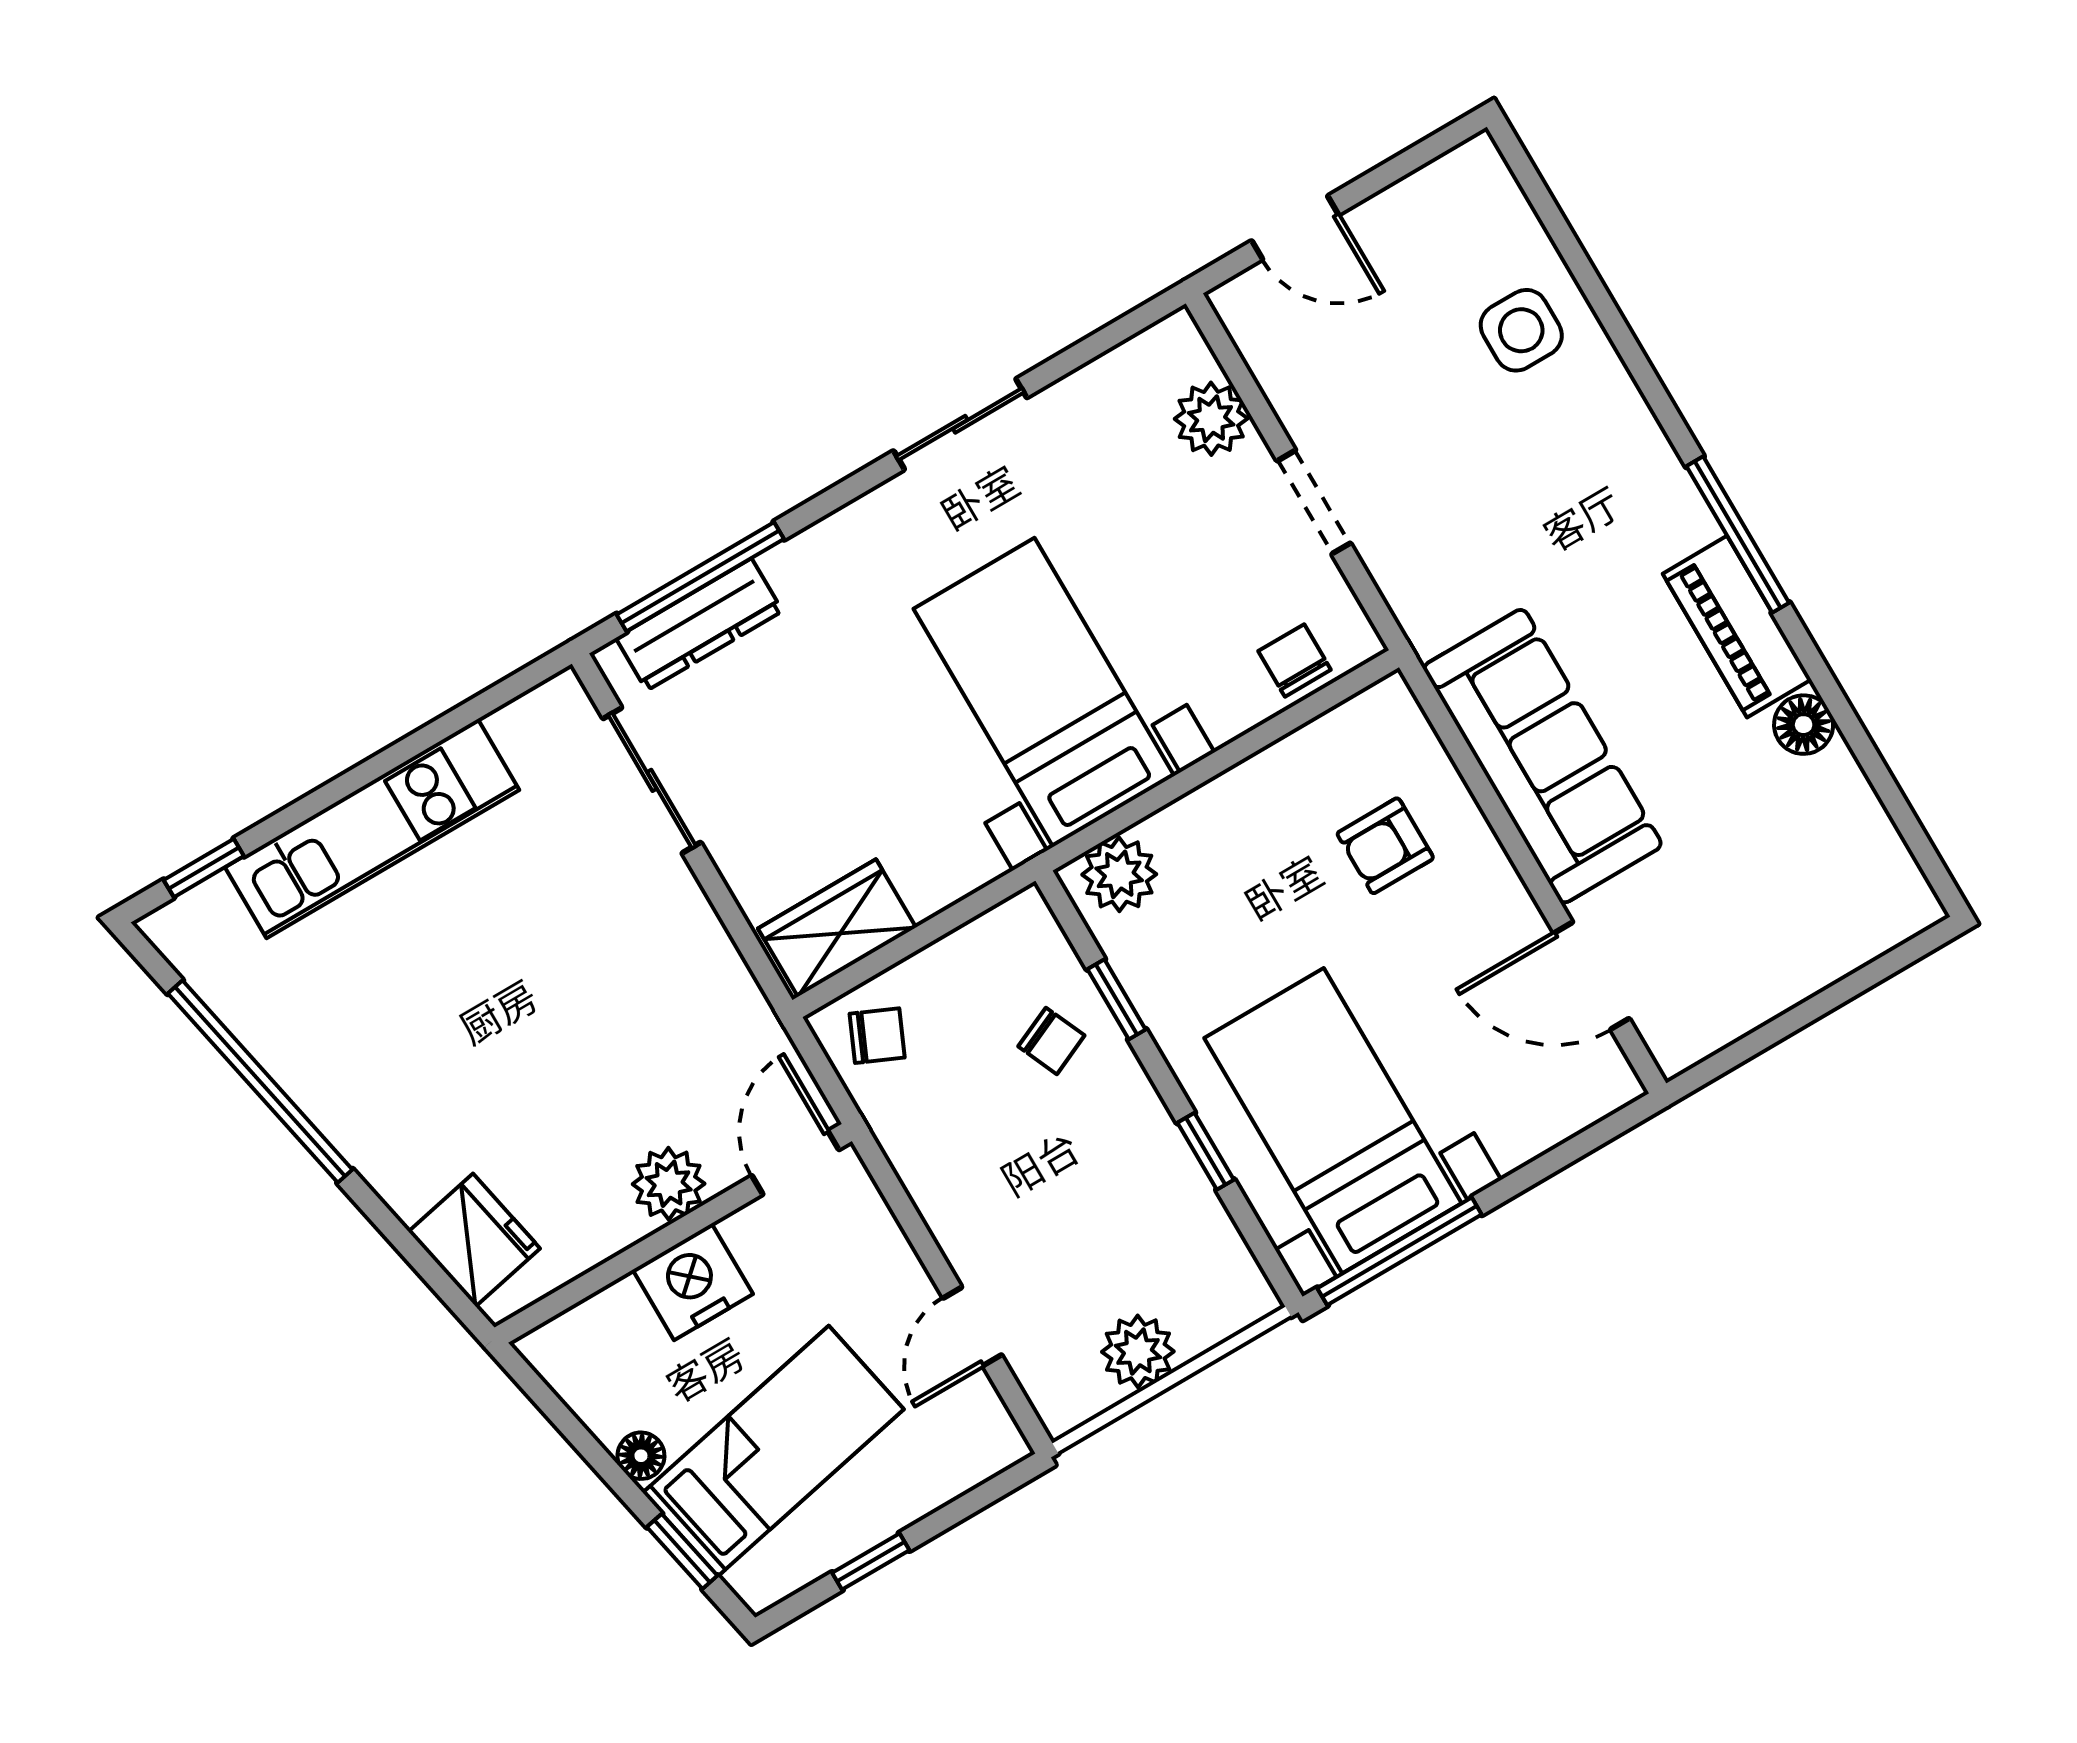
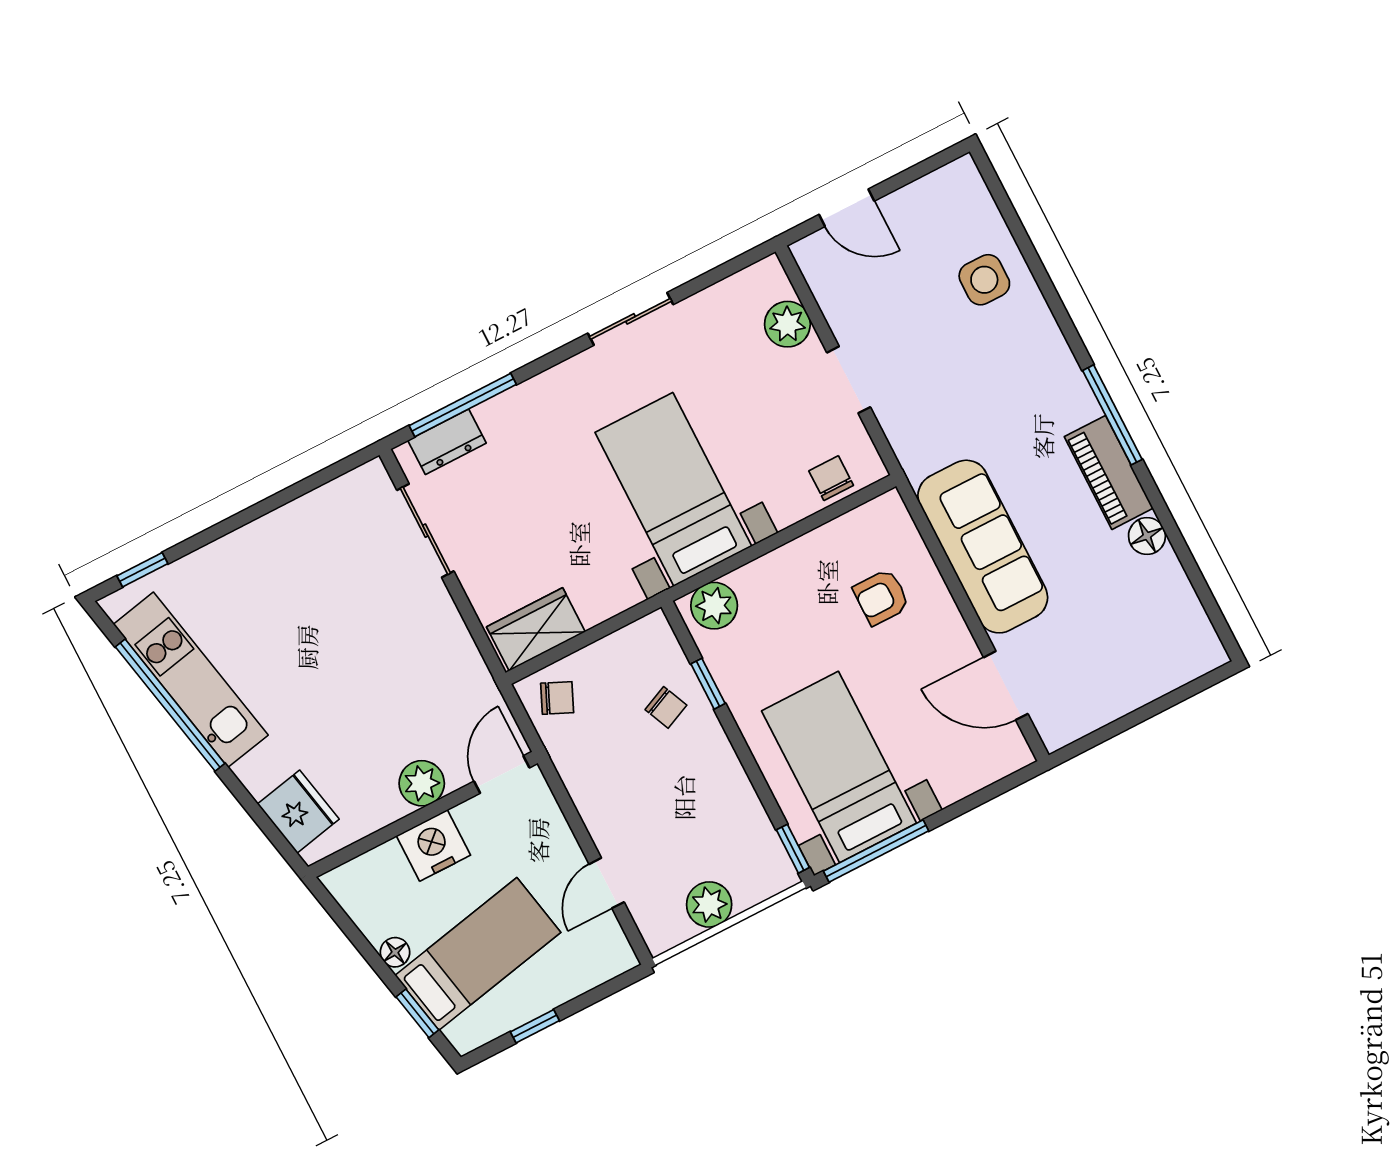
dresser: (699, 625) -> (447, 442), width x0.70
kitchen unit: (372, 829) -> (191, 680), moved, turned -102
window: (1206, 1151) -> (793, 849), moved

